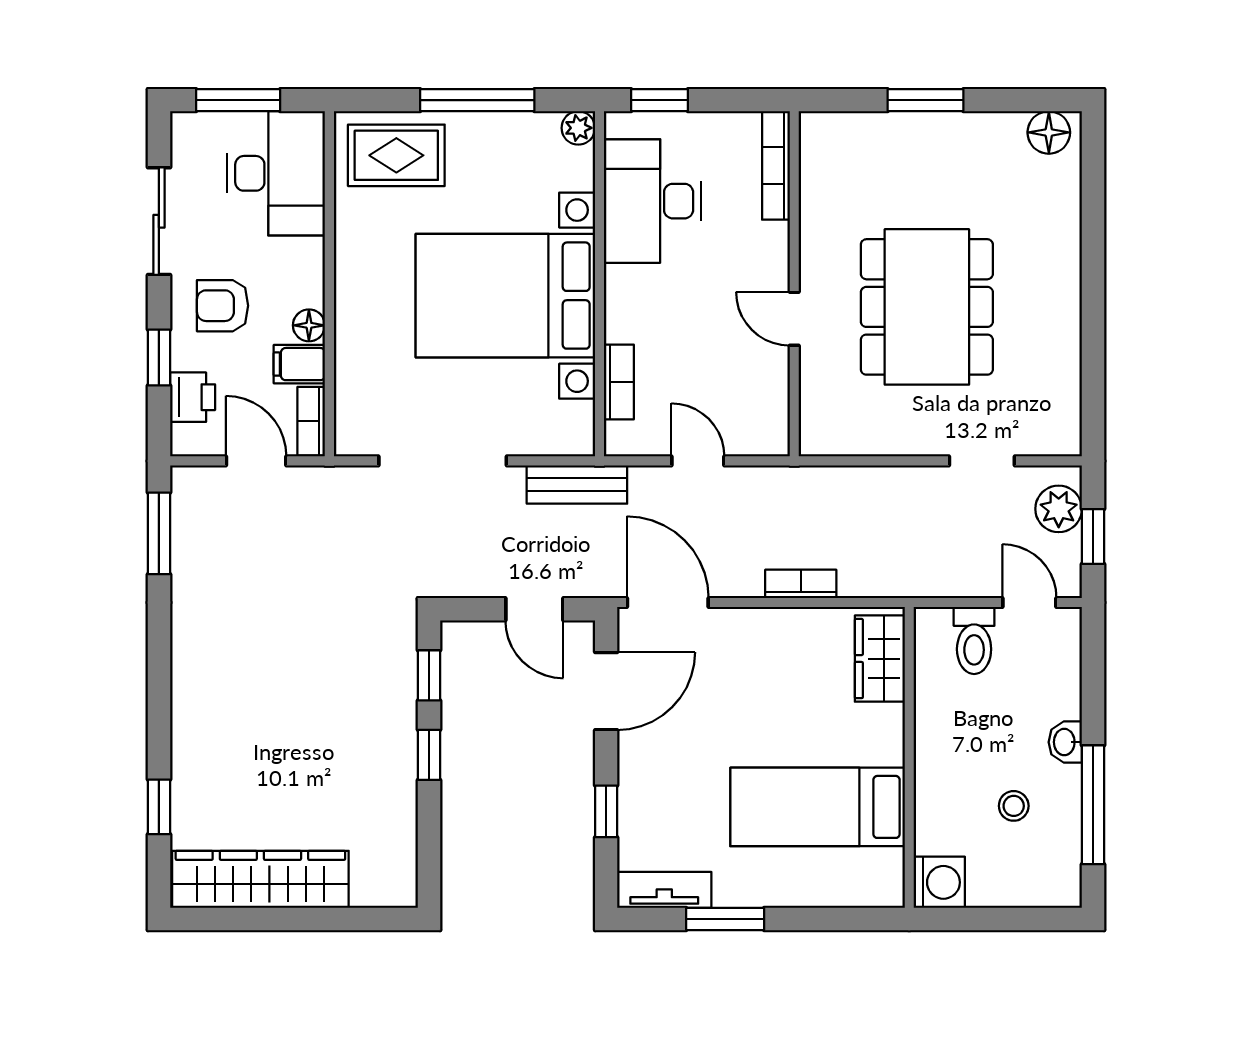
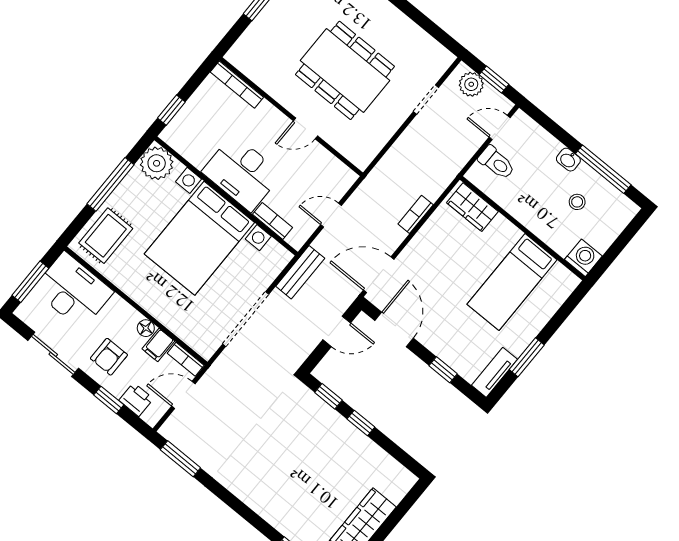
plant: (578, 128) -> (157, 163), width x1.88, depth x1.88
desk: (652, 201) -> (242, 173), moved

